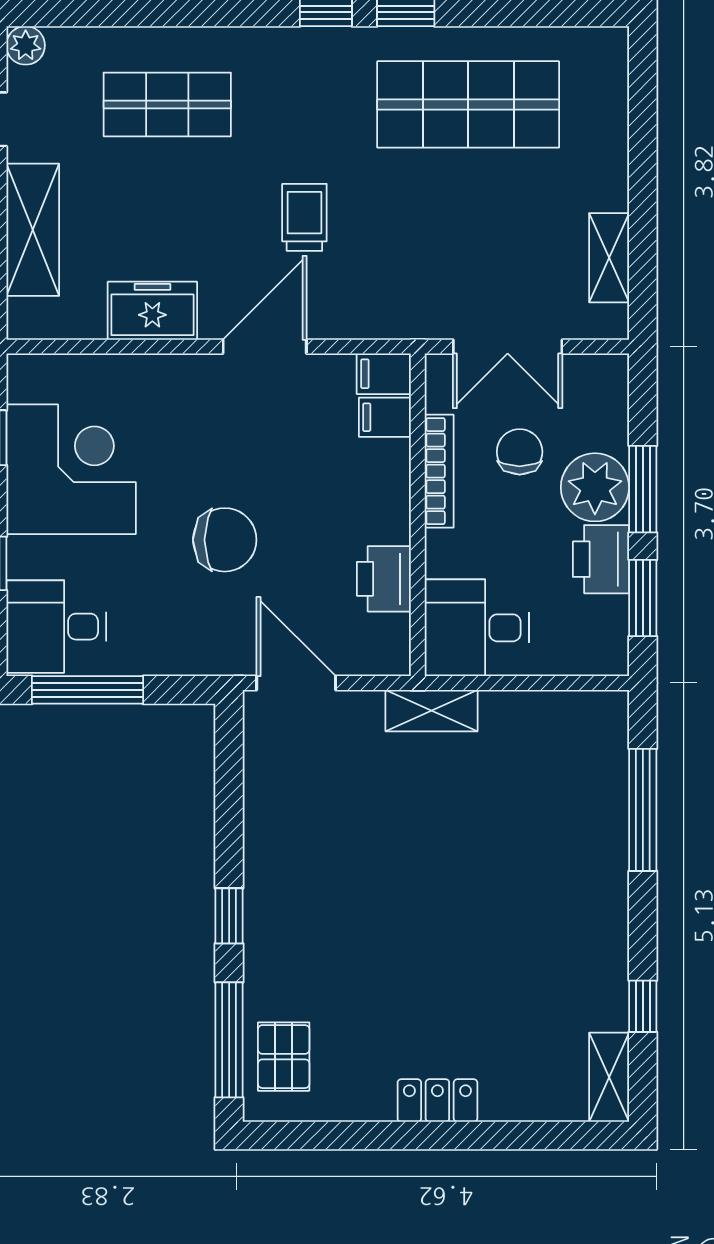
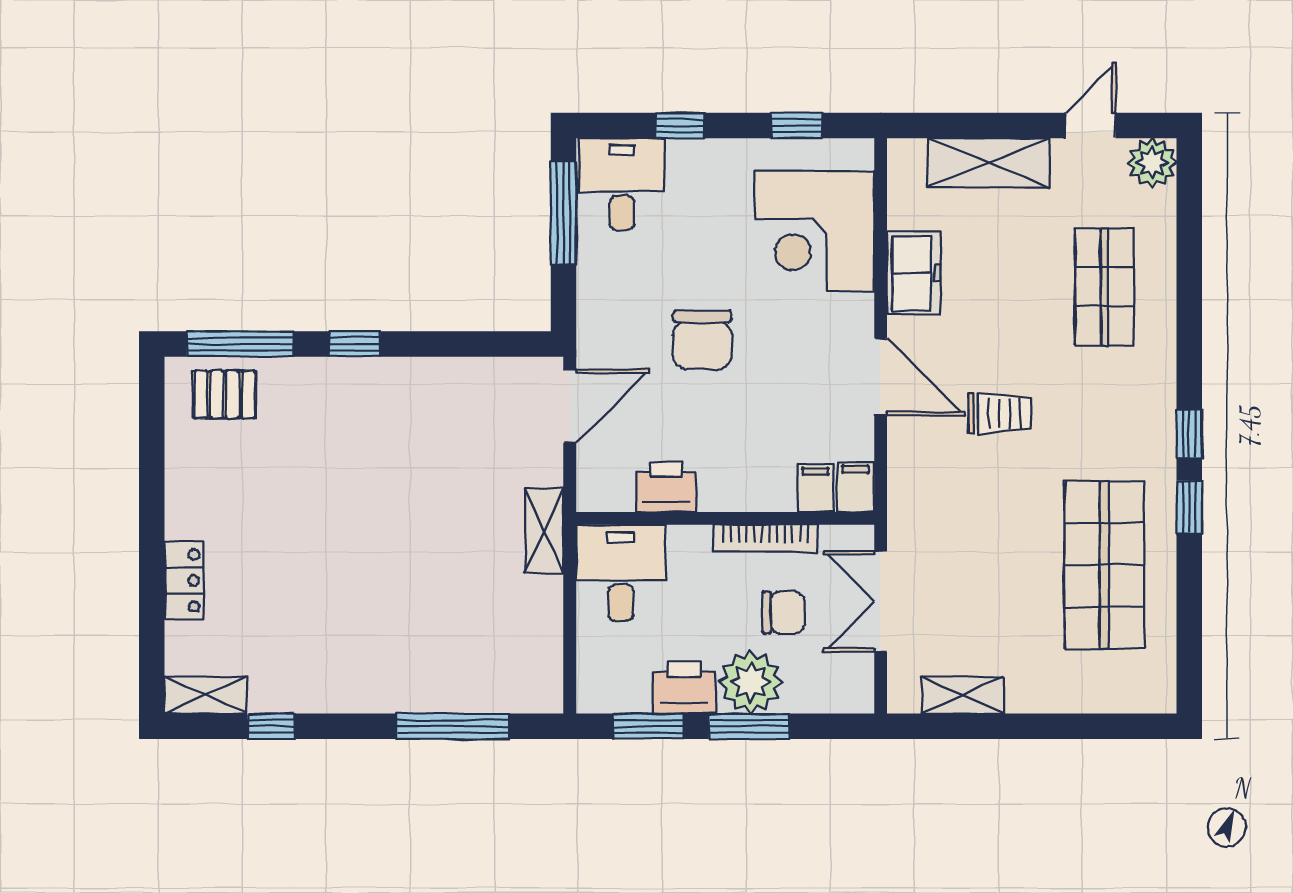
plant: (26, 45) -> (1152, 163), width x1.38, depth x1.38
corner desk: (71, 469) -> (814, 231), moved, turned 90
locker: (437, 1101) -> (184, 581), moved

